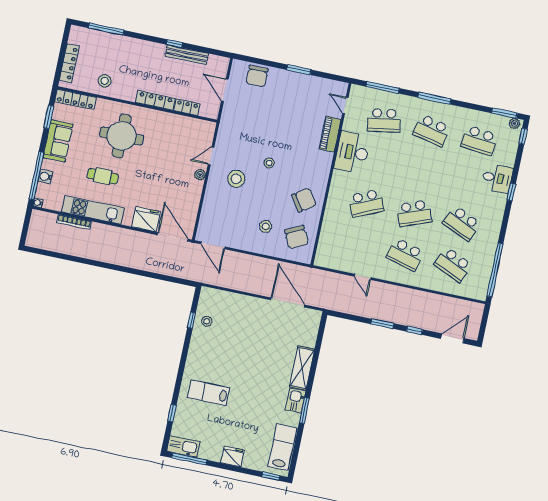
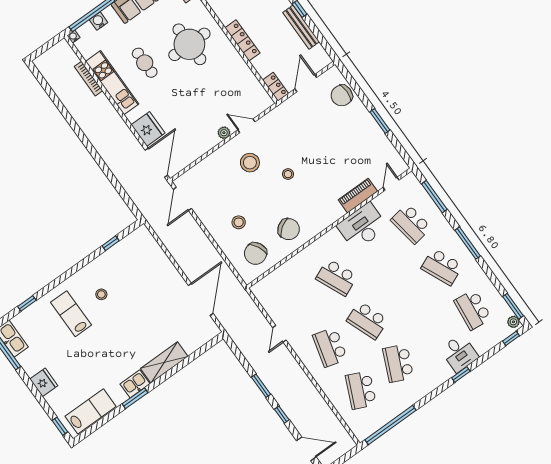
locker: (187, 107) -> (276, 87), moved
school desk: (432, 130) -> (442, 267), turned -36
stool: (207, 321) -> (101, 294), moved

